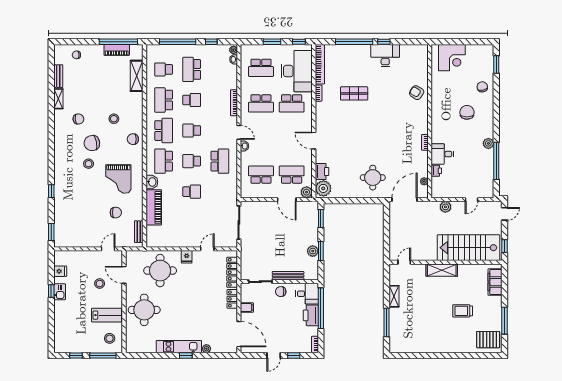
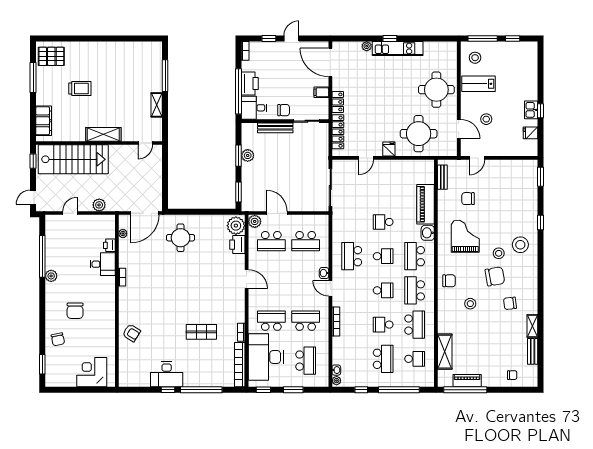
school desk: (261, 68) -> (306, 361), turned 90
school desk: (164, 161) -> (415, 256), turned 180
stool: (69, 171) -> (520, 245), added

